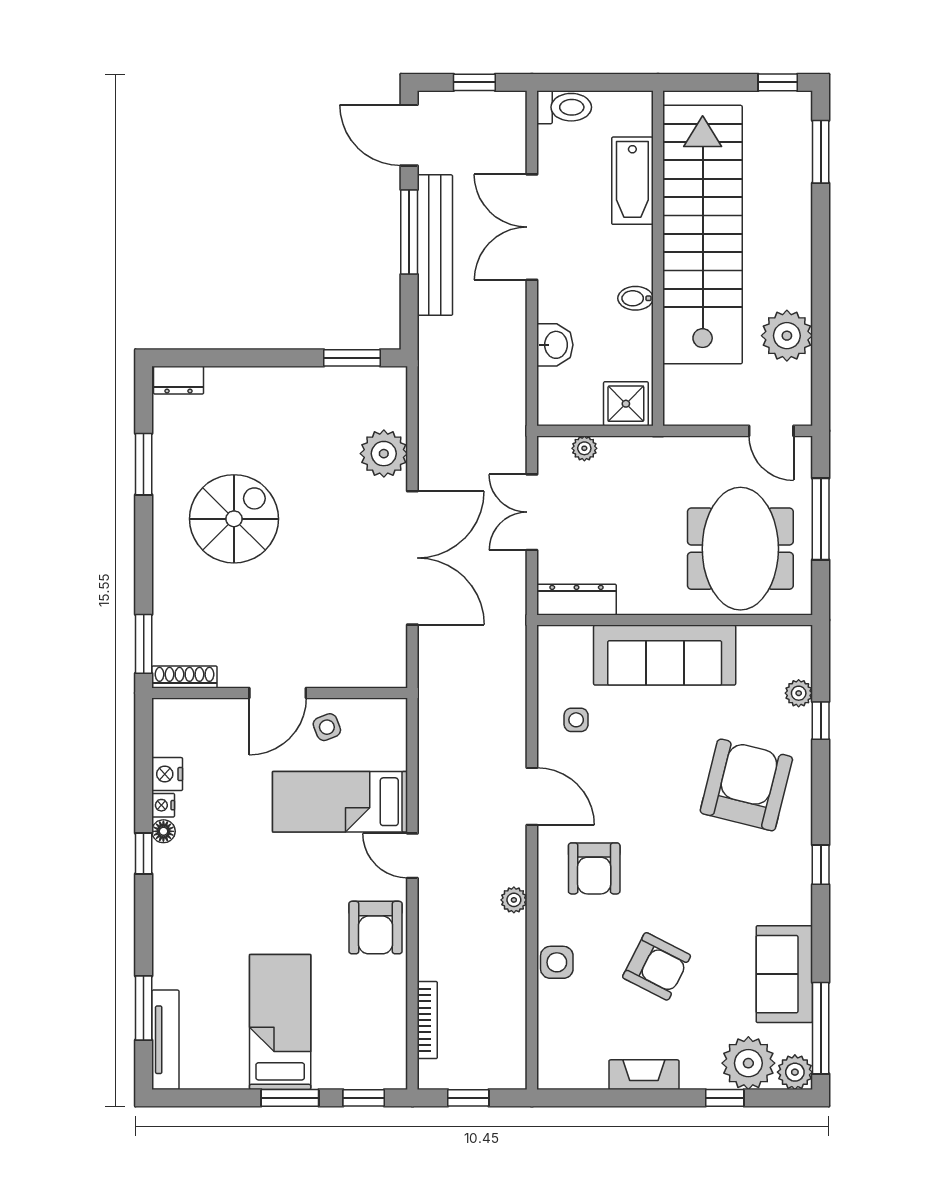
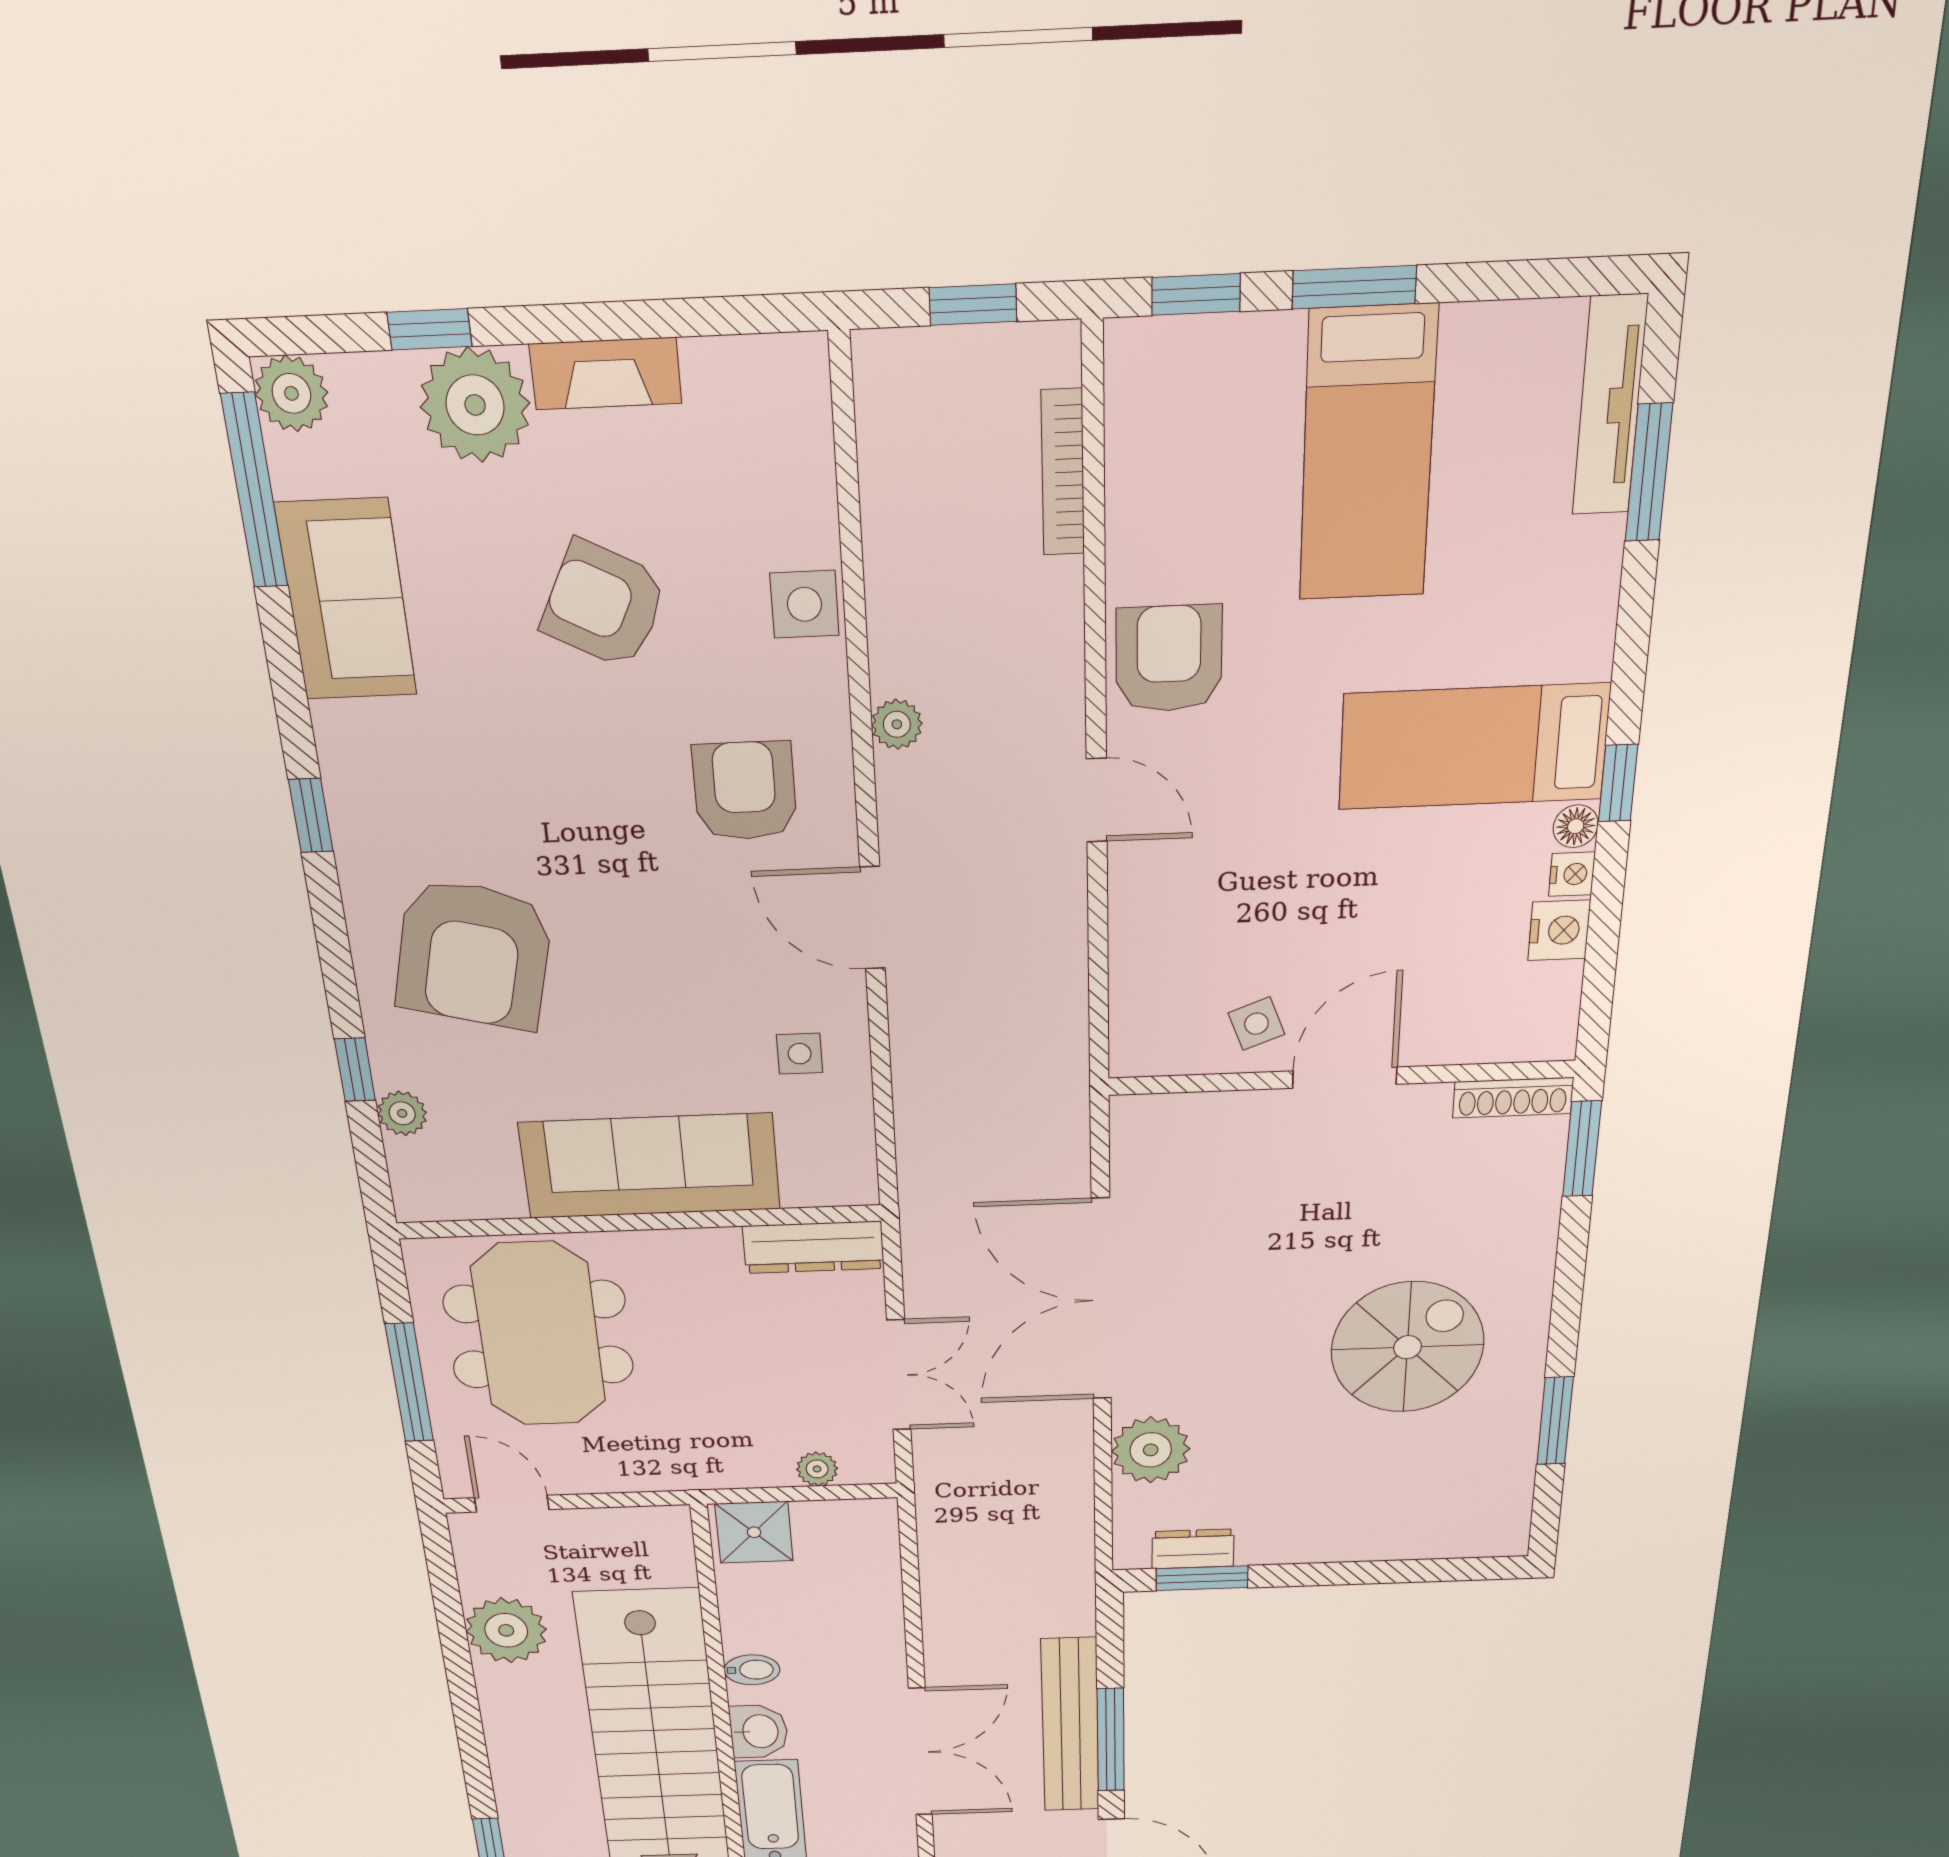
washbasin: (555, 345) -> (759, 1731), moved, turned 180
dresser: (179, 380) -> (1193, 1549), moved
spiral stairs: (234, 519) -> (1407, 1347), turned 180
bed: (340, 802) -> (1474, 747), moved, turned 180
plant: (748, 1063) -> (475, 405), moved

